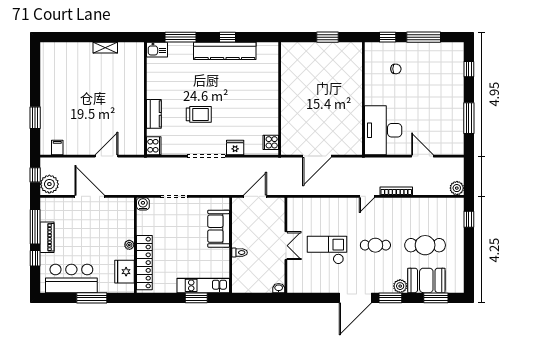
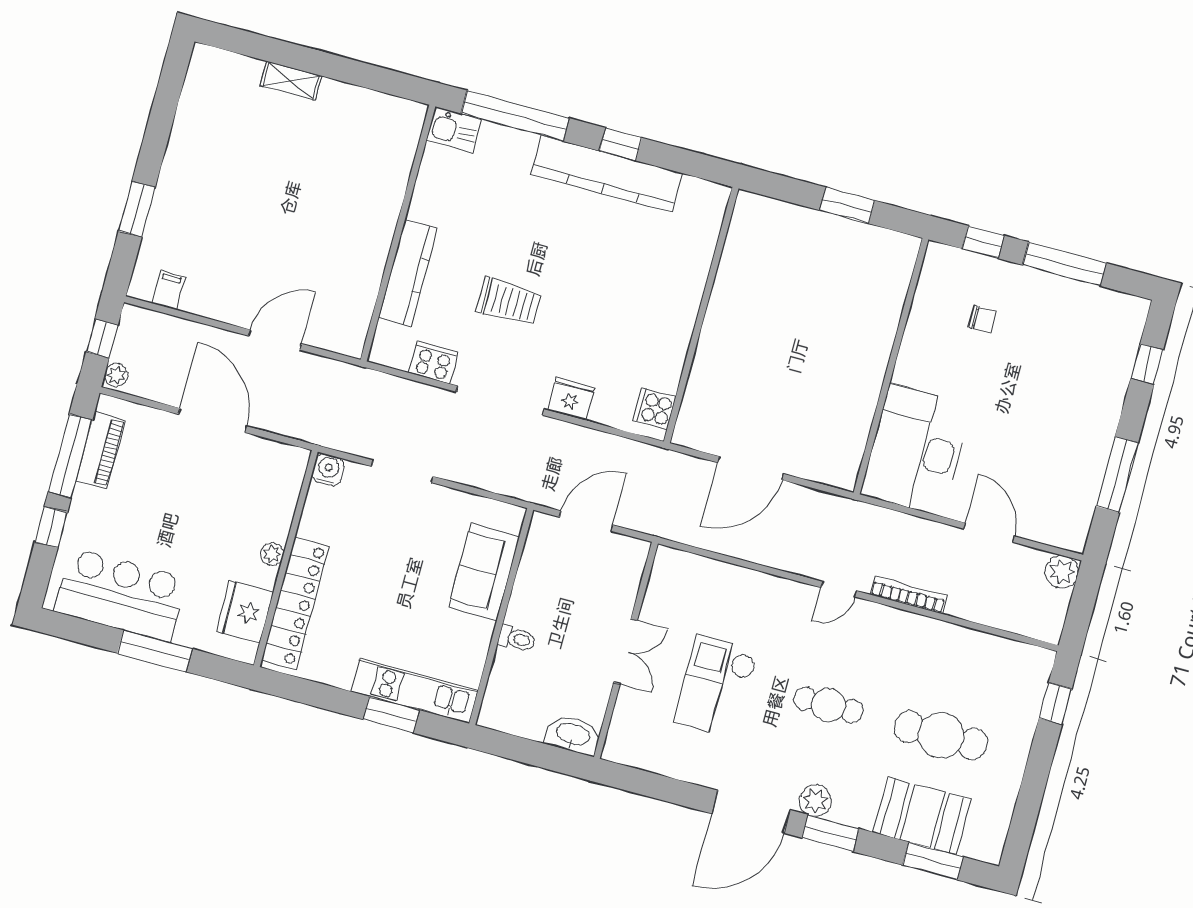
window: (181, 37) -> (515, 116), width x1.46
shelving: (105, 48) -> (291, 81), moved
kitchen counter: (154, 114) -> (408, 273), width x1.50
cooker: (154, 146) -> (434, 362), moved, turned -90
plant: (49, 184) -> (116, 375), width x0.53, depth x0.53
plant: (457, 188) -> (1062, 572), moved
piano: (47, 237) -> (101, 450), moved
checkout: (327, 250) -> (716, 686), turned -90
plant: (400, 286) -> (816, 801), moved
washbasin: (279, 288) -> (573, 735), width x1.91, depth x1.45

